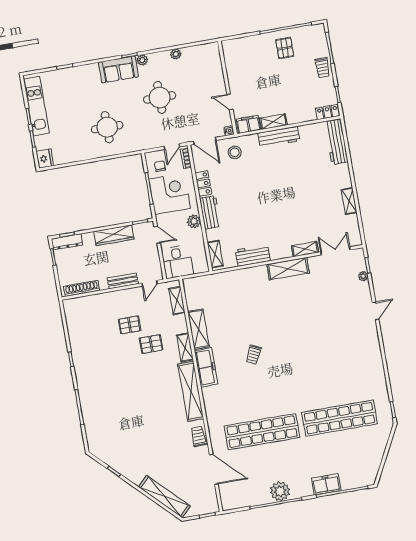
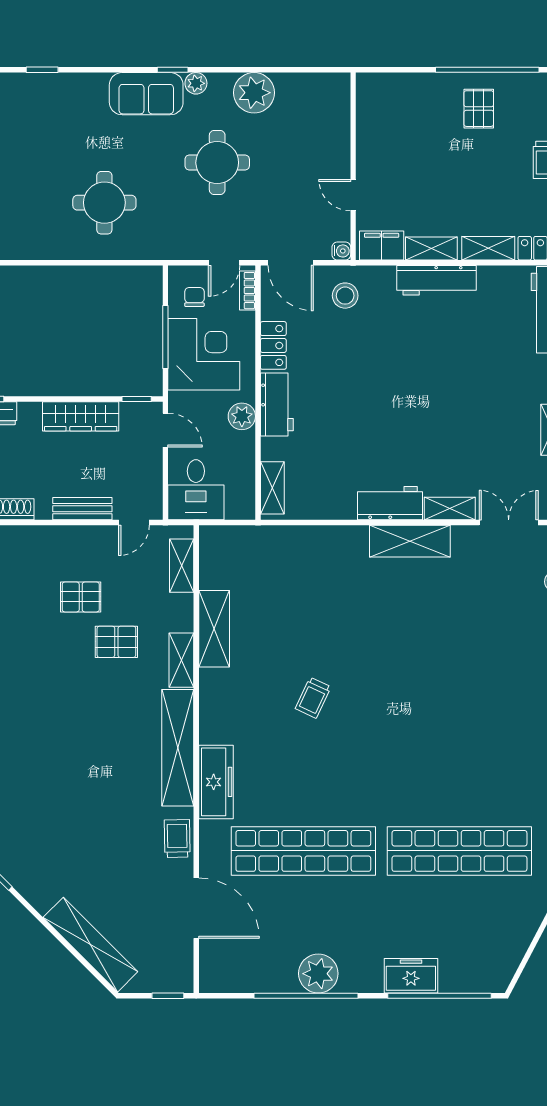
plant: (176, 54) -> (254, 93), width x1.87, depth x1.87
shelving: (302, 117) -> (488, 248), added
workbench: (253, 255) -> (390, 503), moved
freezer: (206, 367) -> (216, 782), moved

